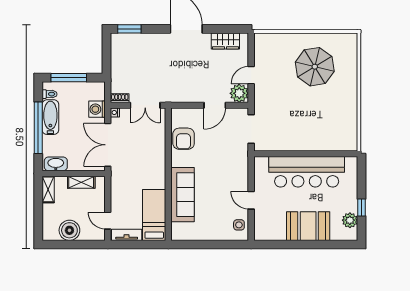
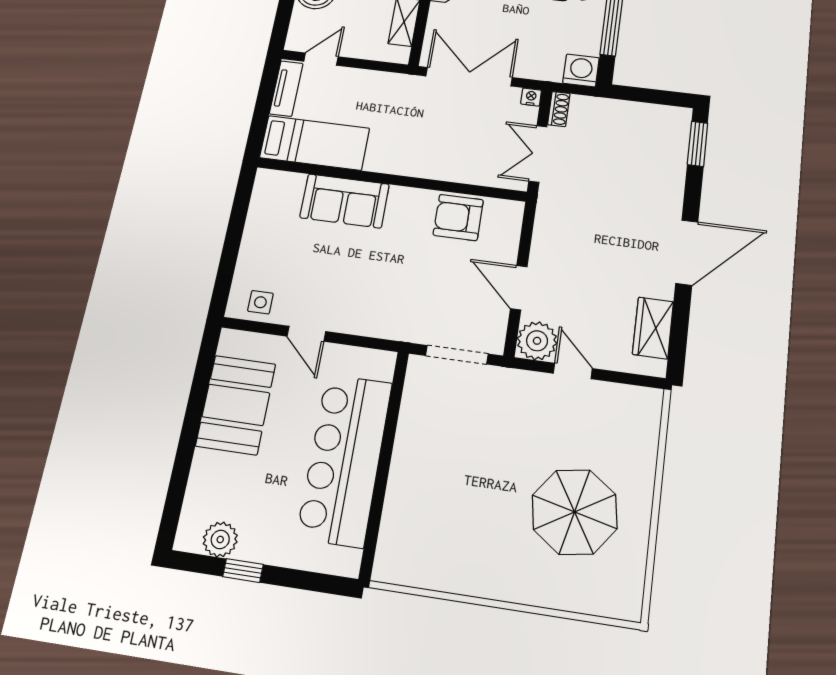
washing machine: (97, 109) -> (581, 70), moved
sofa: (183, 195) -> (345, 201), width x0.73
door: (251, 200) -> (306, 334), swing flipped
booth: (308, 226) -> (236, 405), moved

